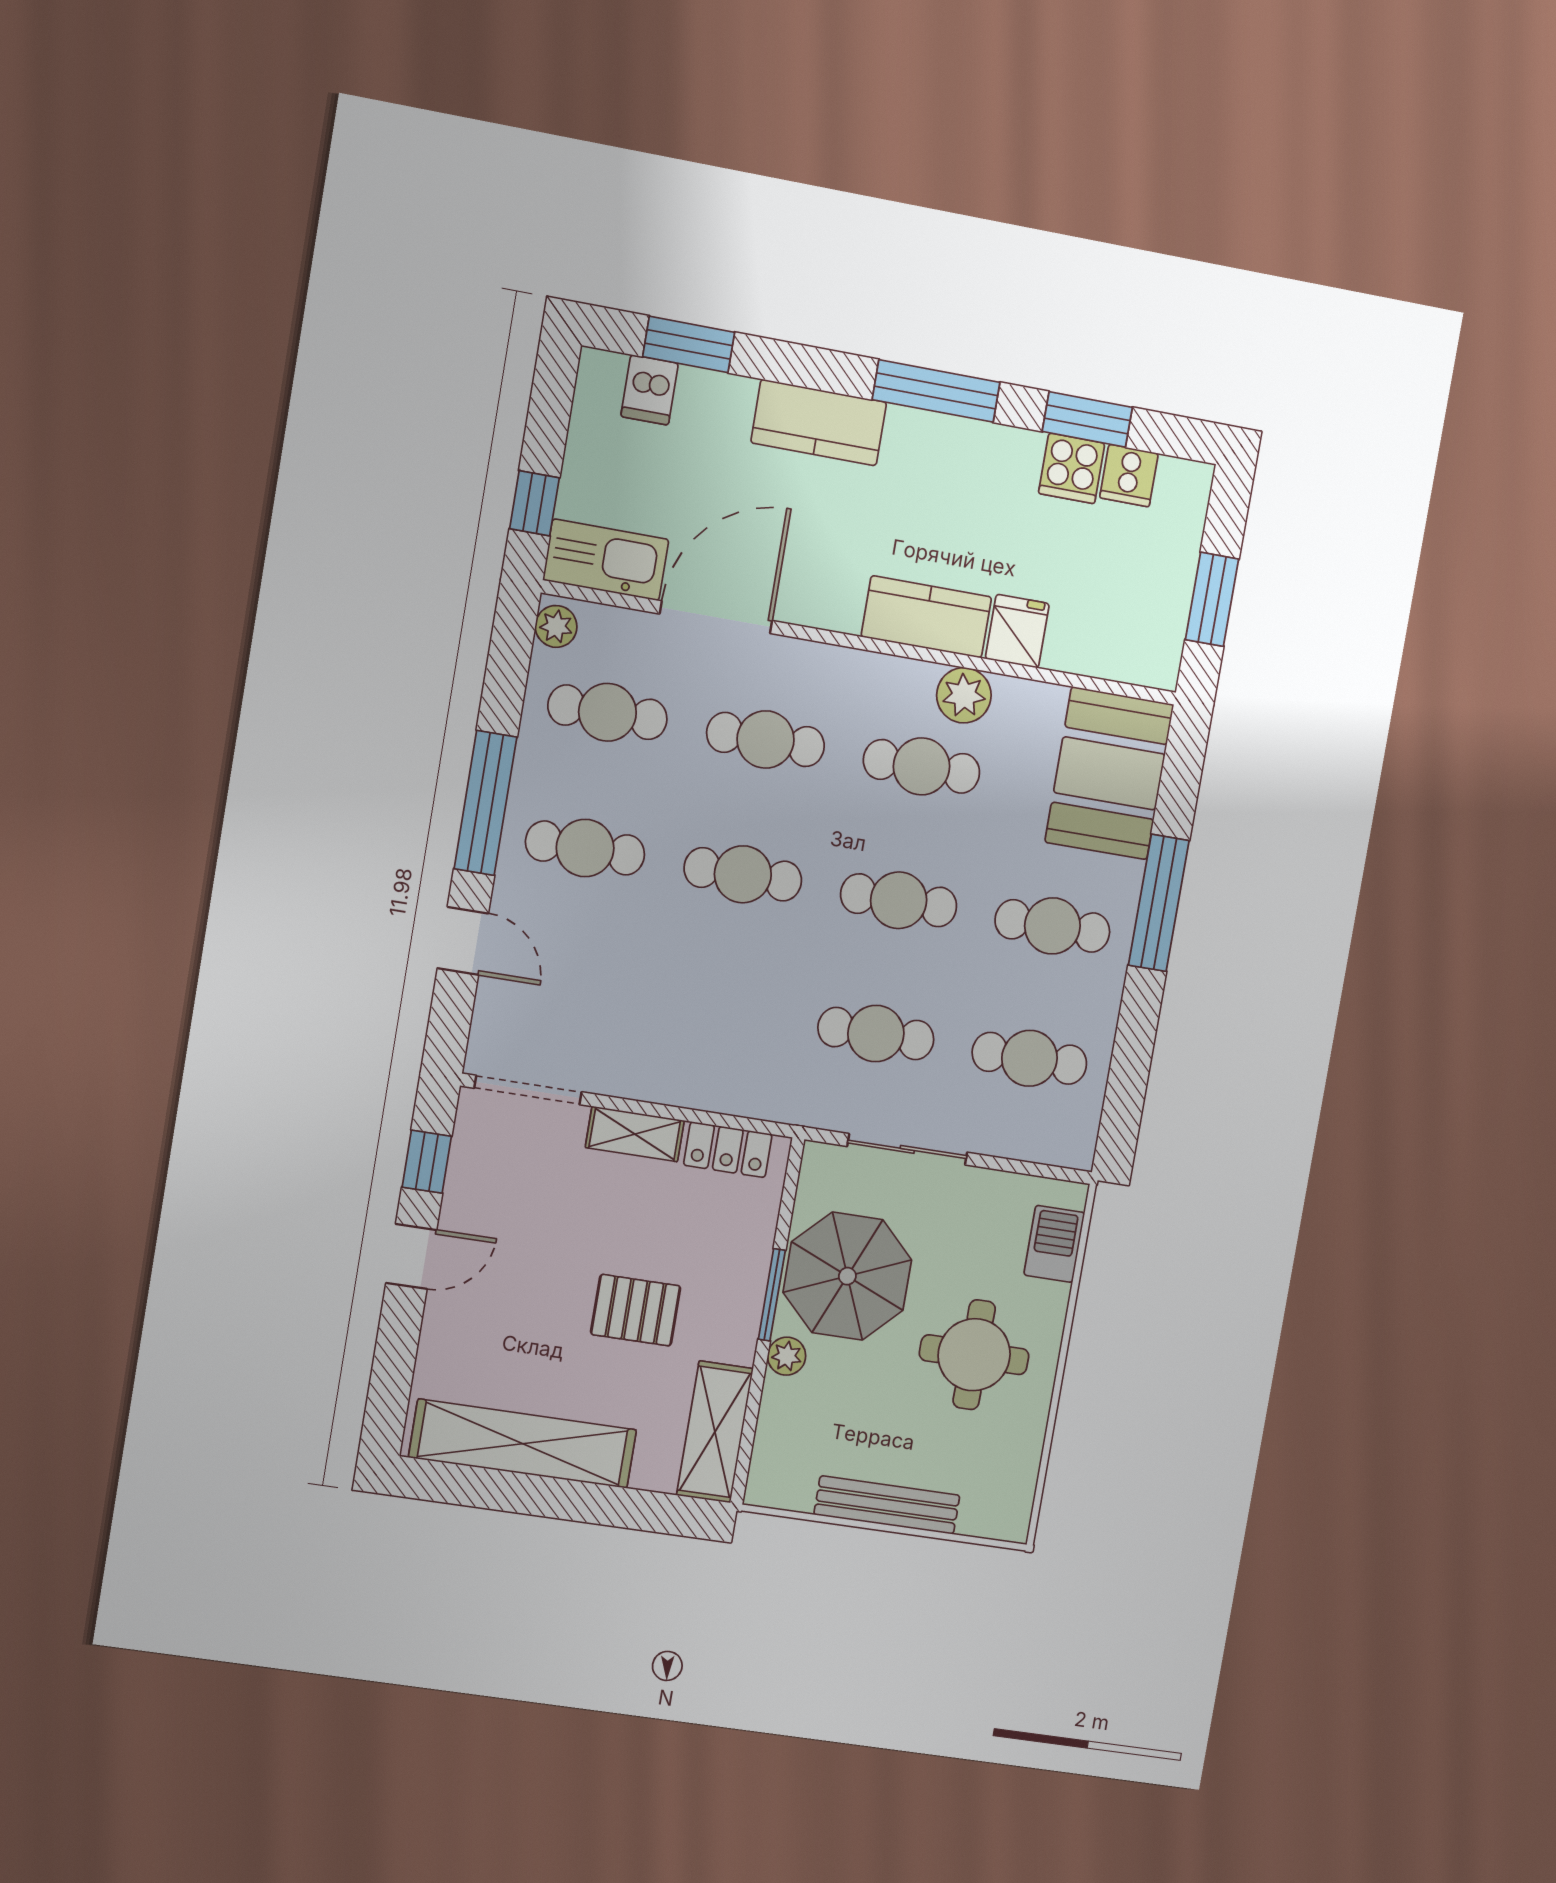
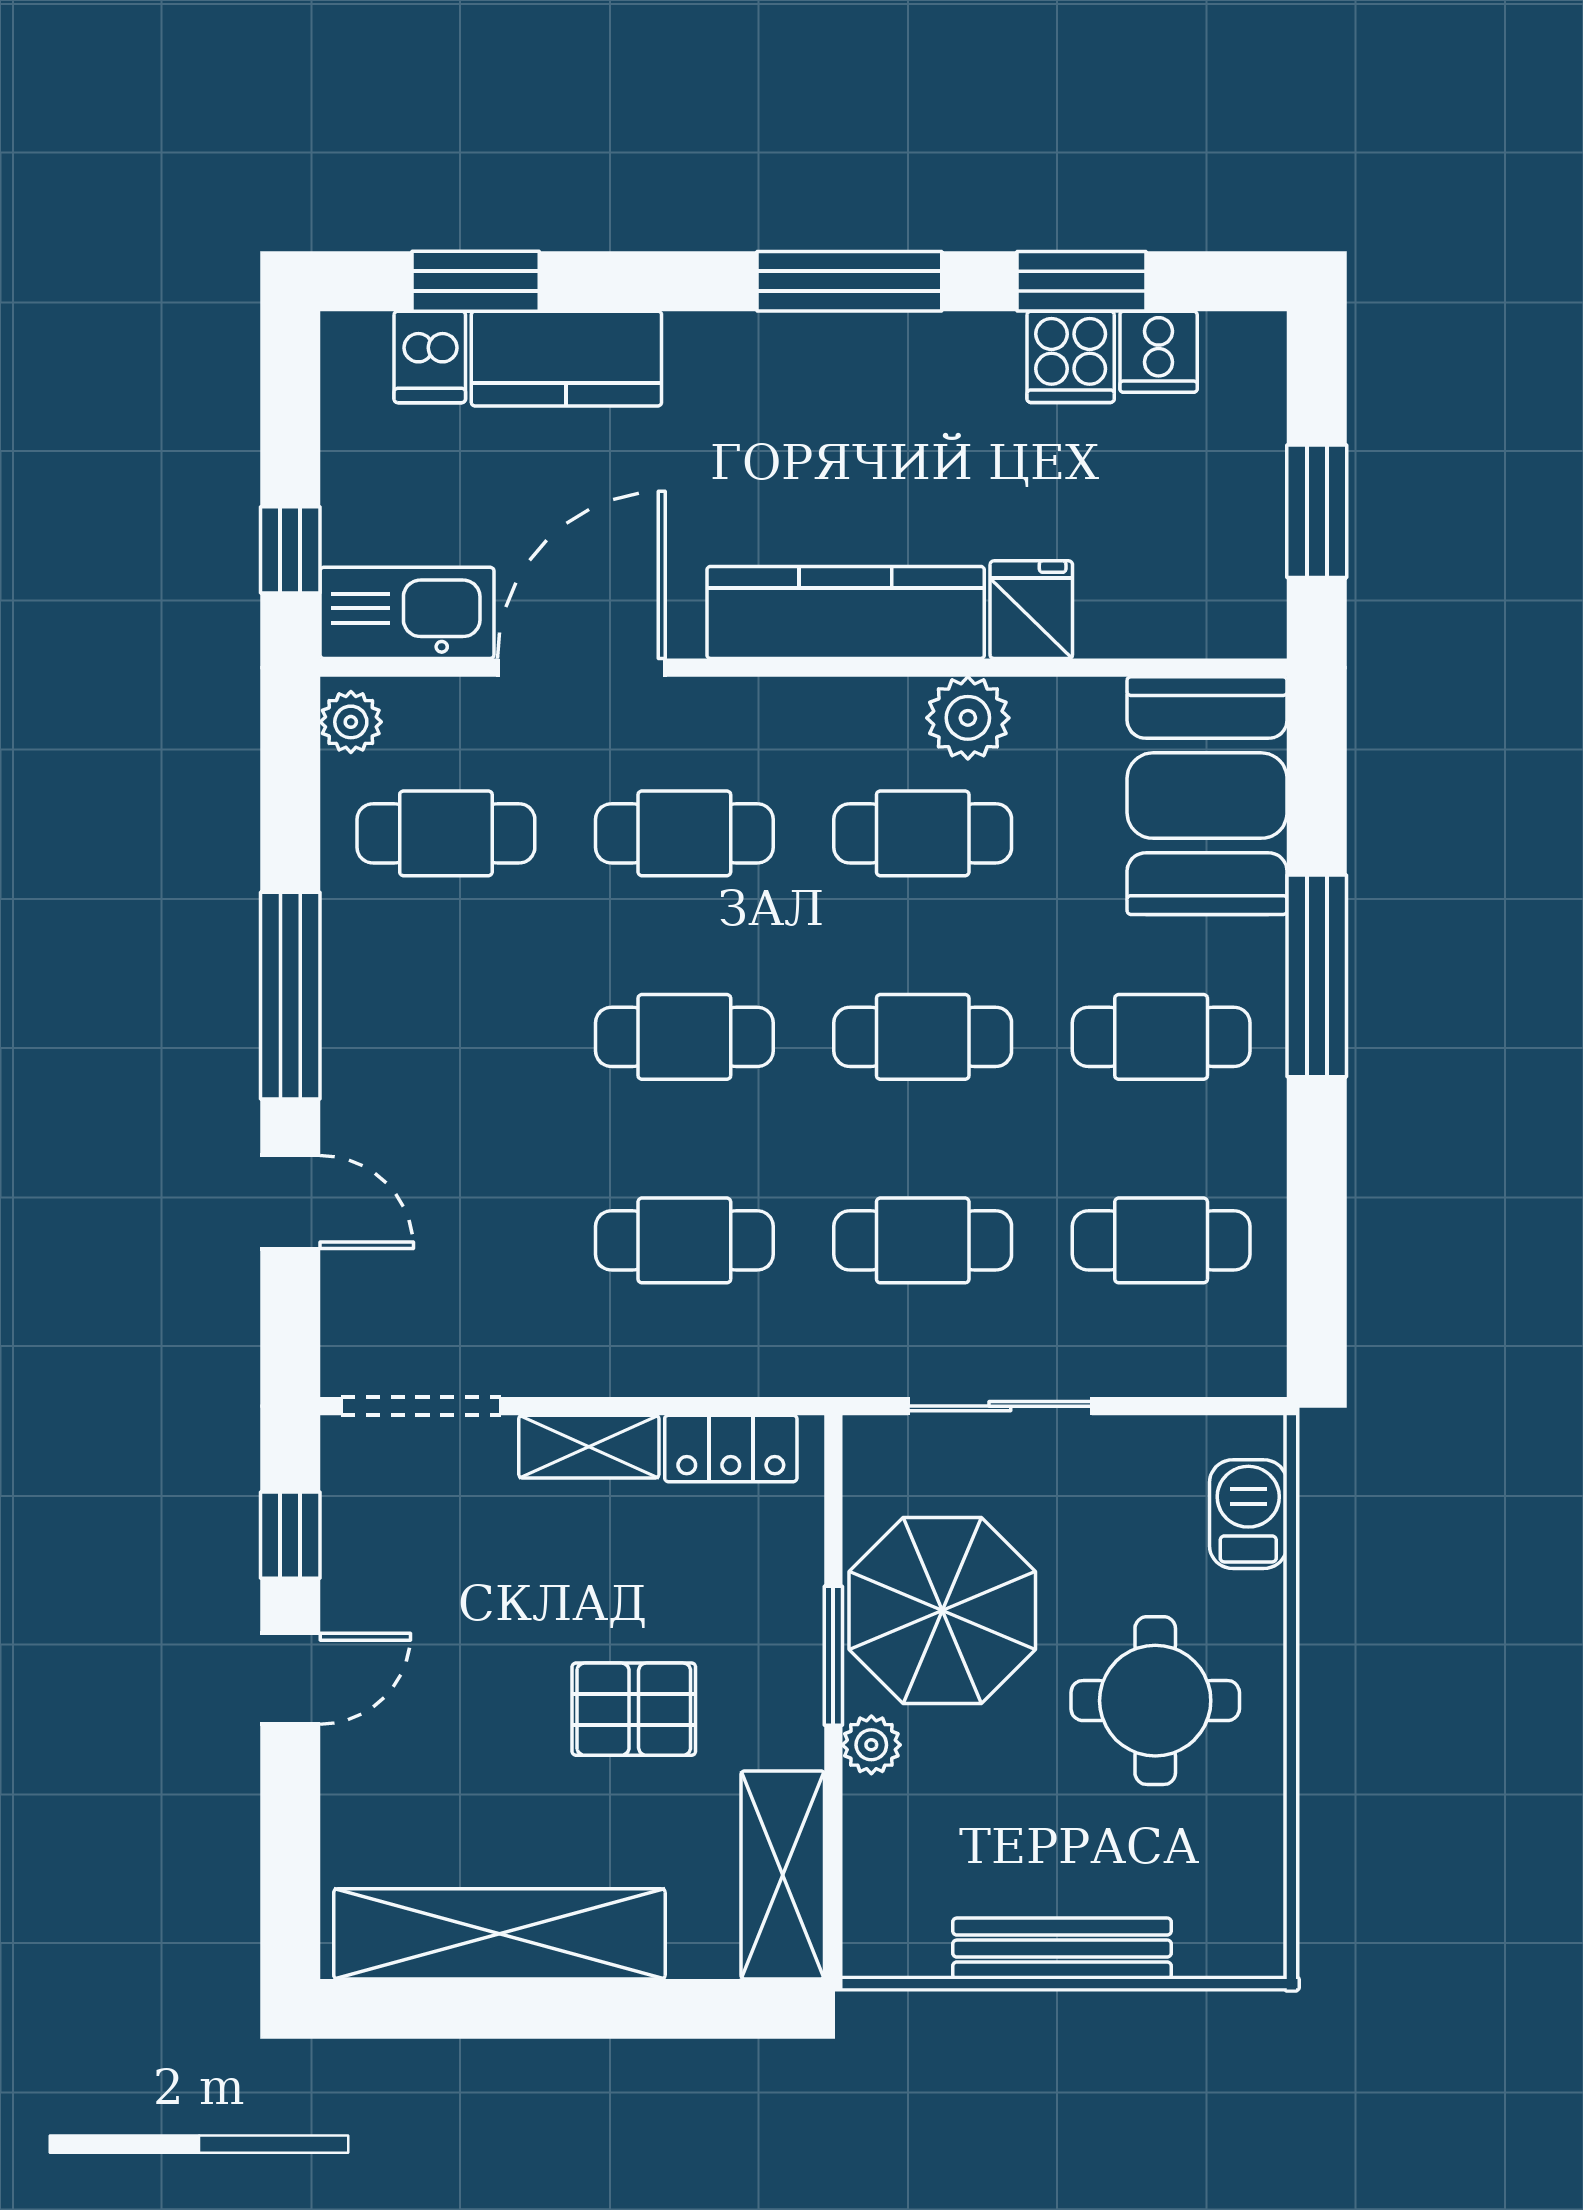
kitchen counter: (819, 423) -> (566, 359), moved
kitchen counter: (926, 617) -> (846, 612), width x1.50
cafe table: (585, 848) -> (684, 1240), moved

